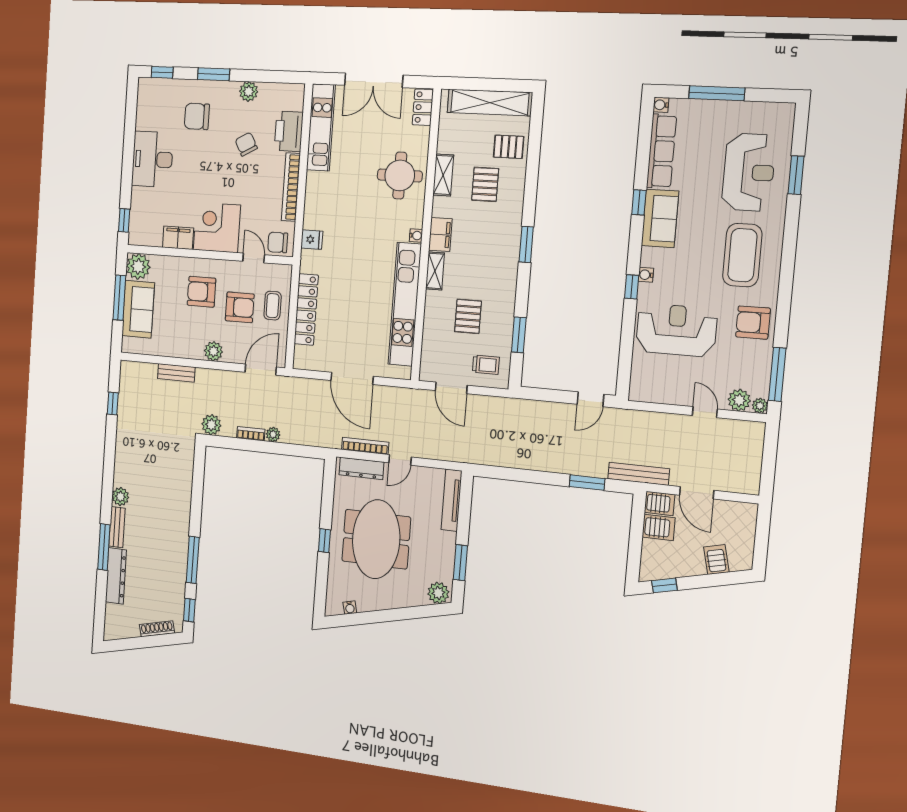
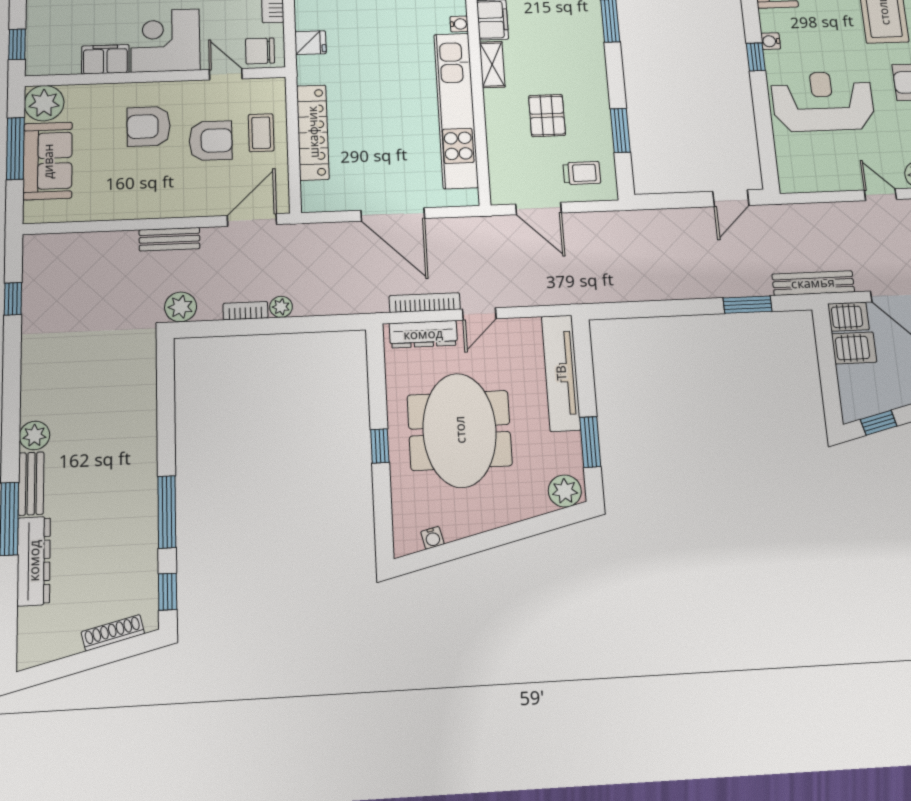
plant: (213, 351) -> (175, 204), removed
bench: (176, 373) -> (169, 239), moved
tv unit: (452, 500) -> (561, 373), width x1.36, depth x1.29

